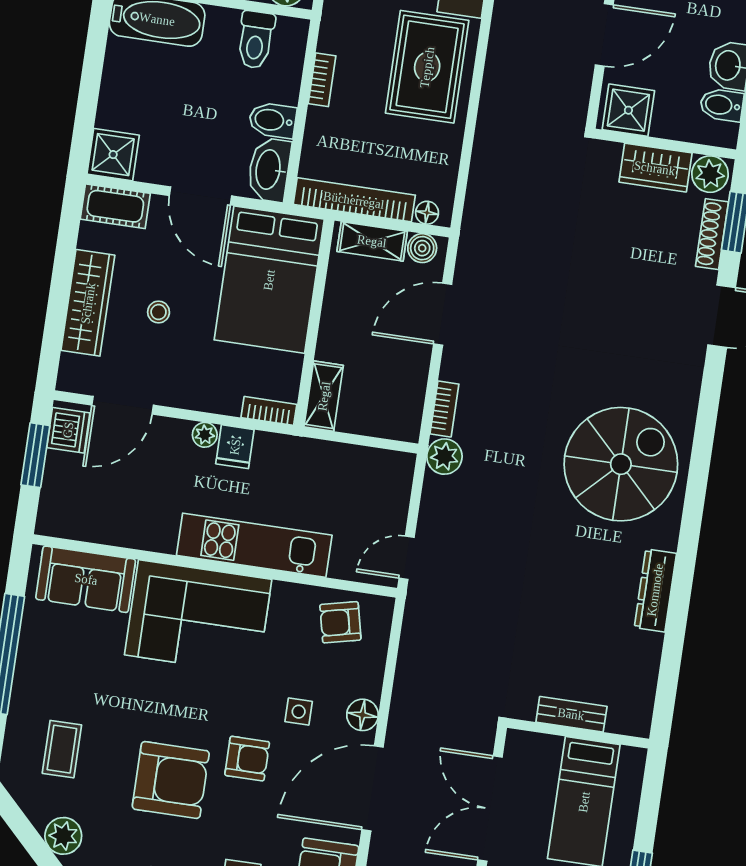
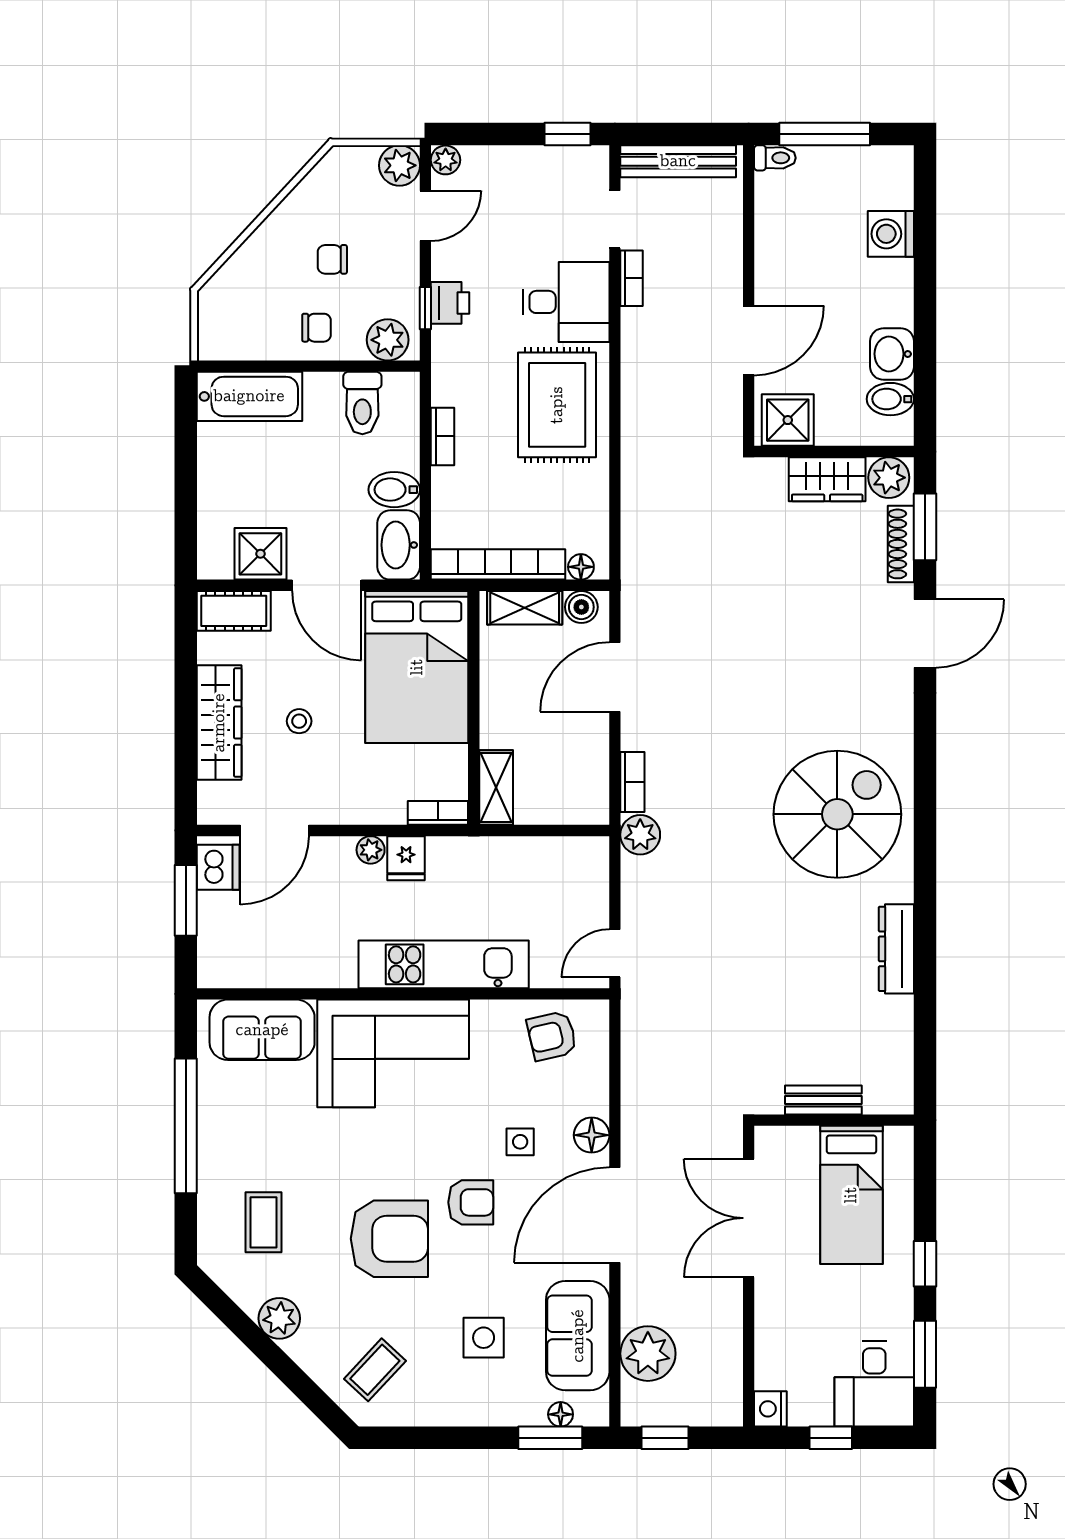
shower: (113, 155) -> (260, 554), moved

